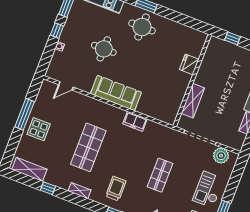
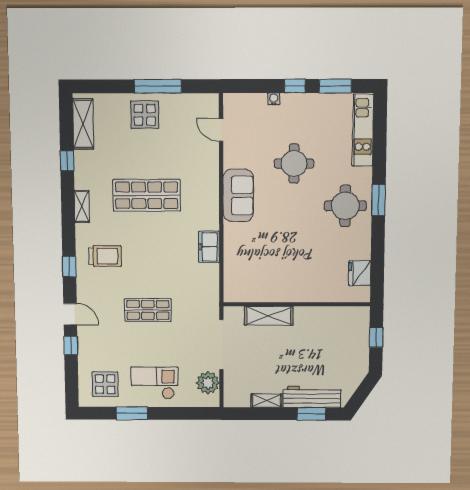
fridge: (189, 64) -> (360, 273), moved, turned -90
sofa: (116, 93) -> (238, 195), width x0.73

